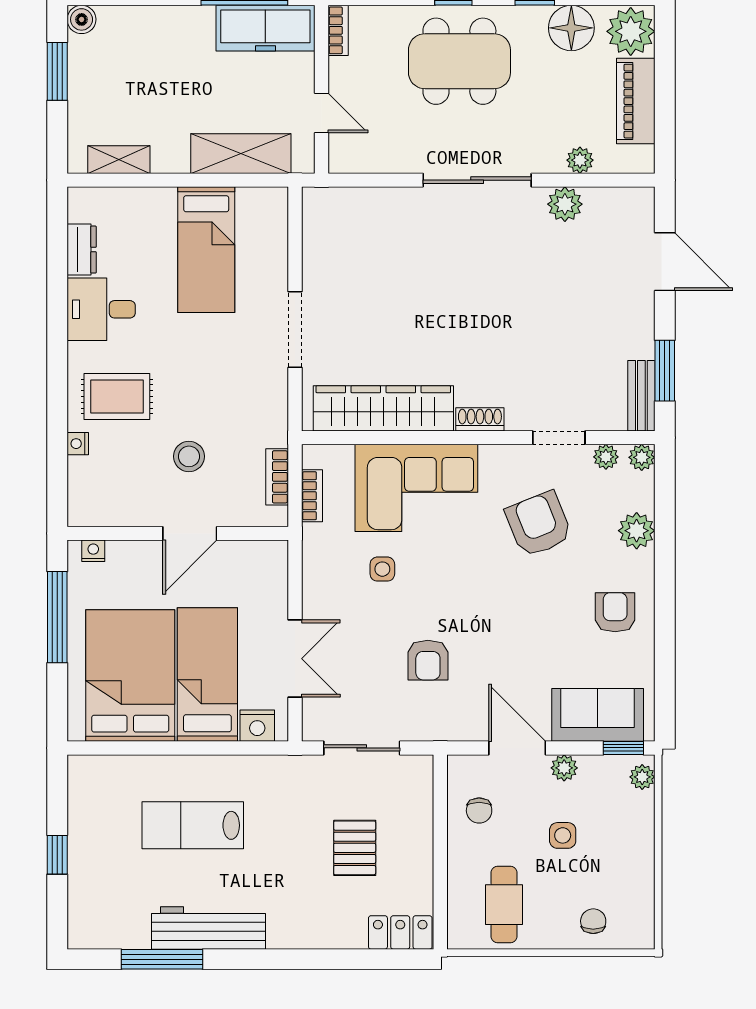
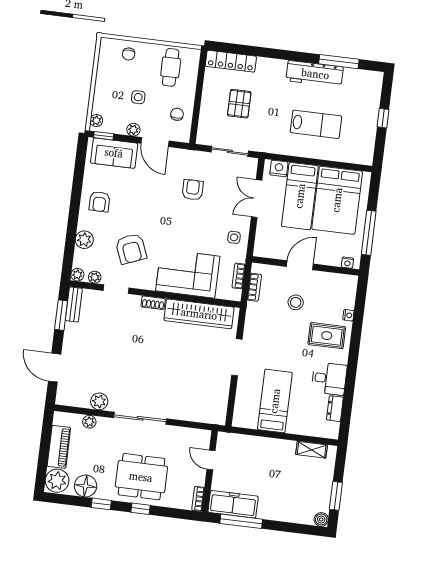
shelving: (241, 154) -> (252, 445), removed
side table: (382, 569) -> (234, 237), moved
locker: (400, 932) -> (231, 61), width x1.53

